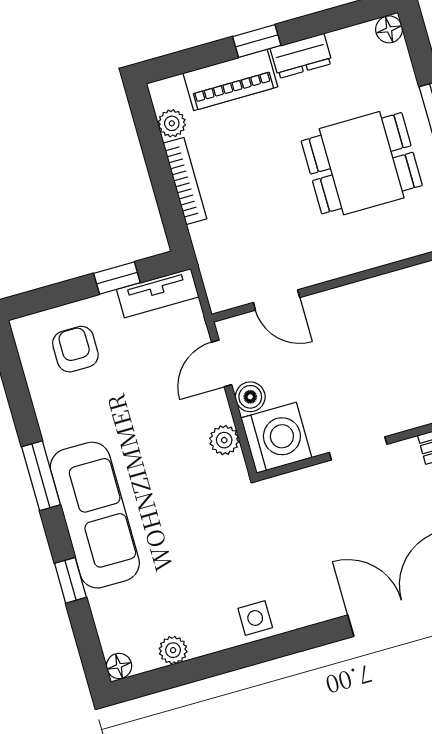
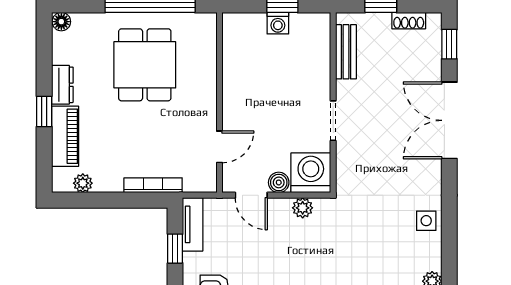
bookcase: (185, 181) -> (153, 185), moved

